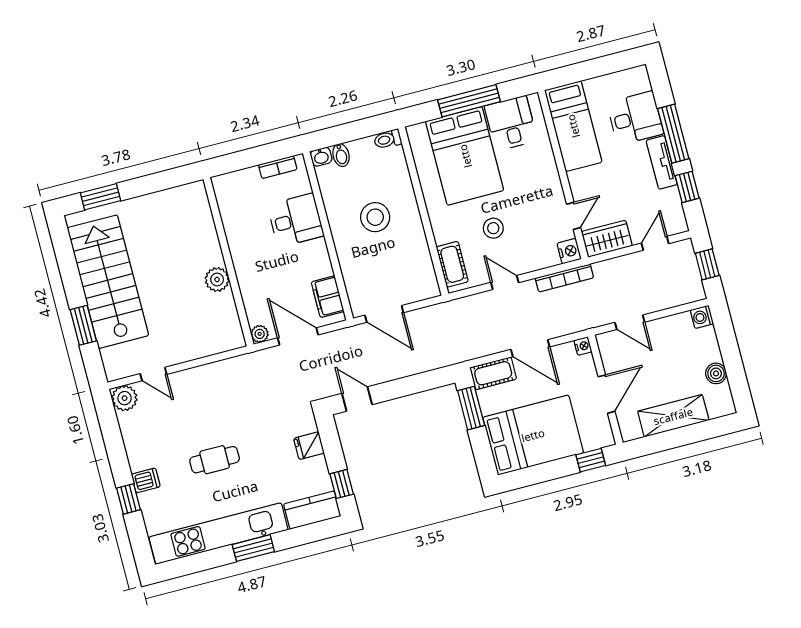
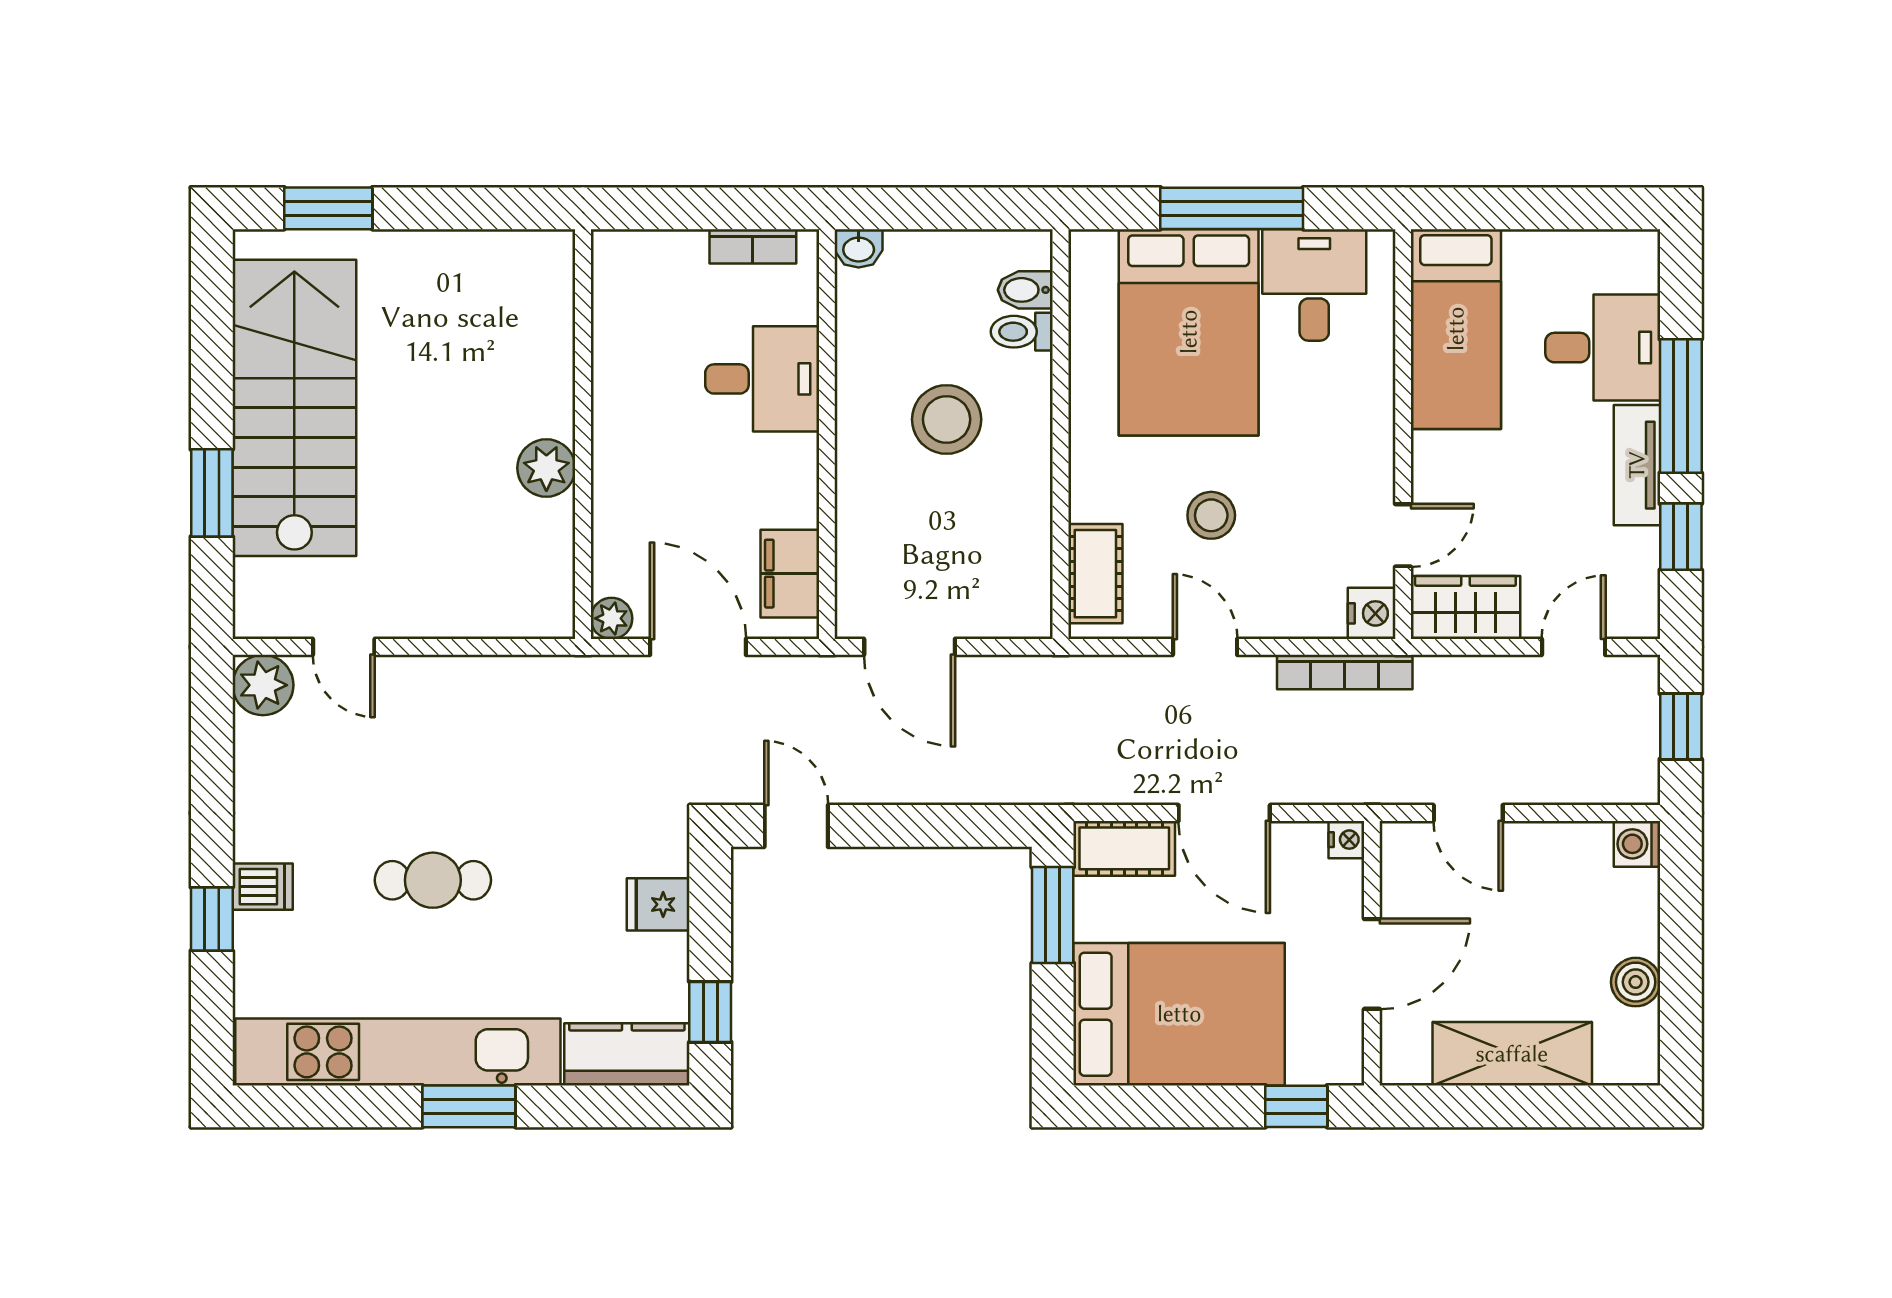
toilet: (388, 139) -> (1022, 332), moved
bidet: (341, 155) -> (1025, 290), moved, turned 90

